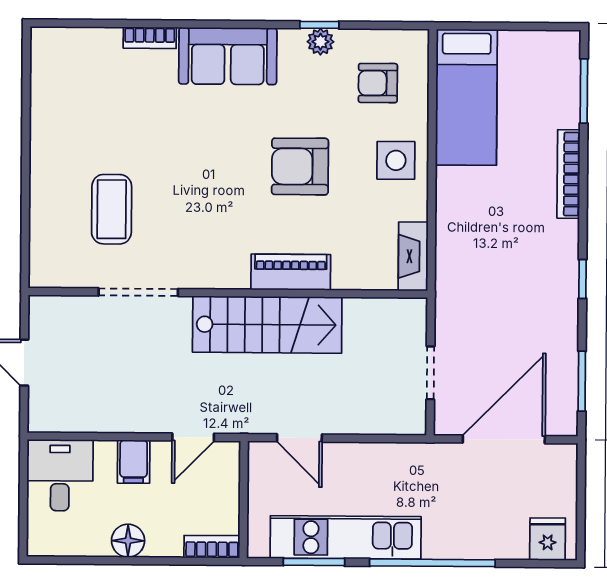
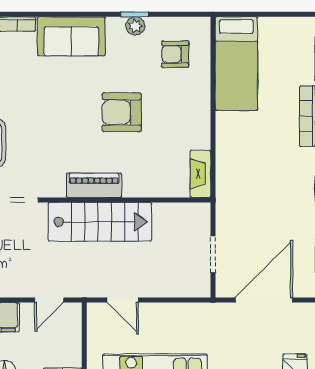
side table: (396, 160) -> (188, 108), removed
piano: (291, 272) -> (94, 185), moved

